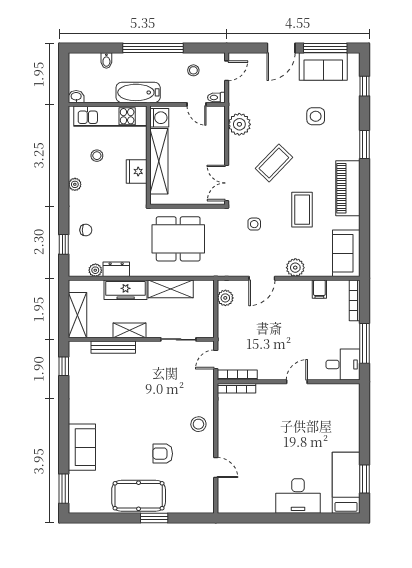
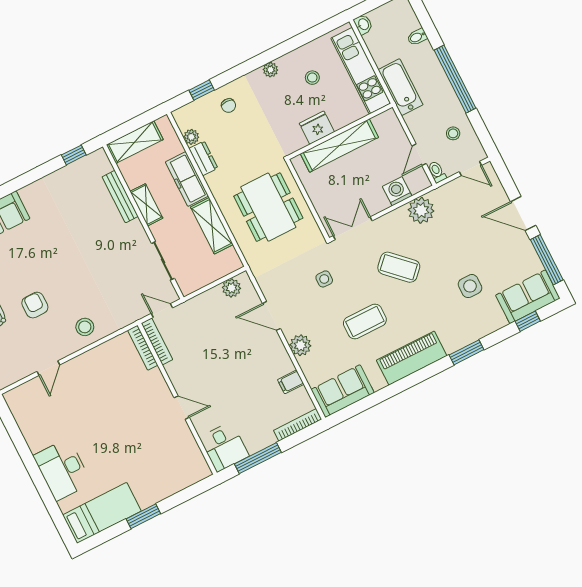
sofa: (323, 67) -> (528, 297), moved, turned 90
washing machine: (159, 118) -> (397, 191), moved, turned 180
window: (365, 479) -> (143, 516), moved

